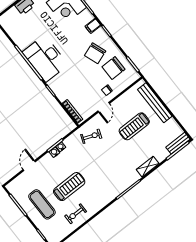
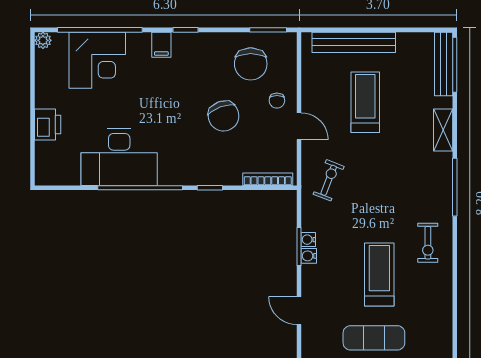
chair: (95, 53) -> (224, 116), moved
desk: (45, 58) -> (119, 157), moved
treadmill: (134, 126) -> (365, 102), turned 180
bench: (178, 143) -> (444, 64), width x1.36
exercise bike: (76, 214) -> (428, 243), moved

